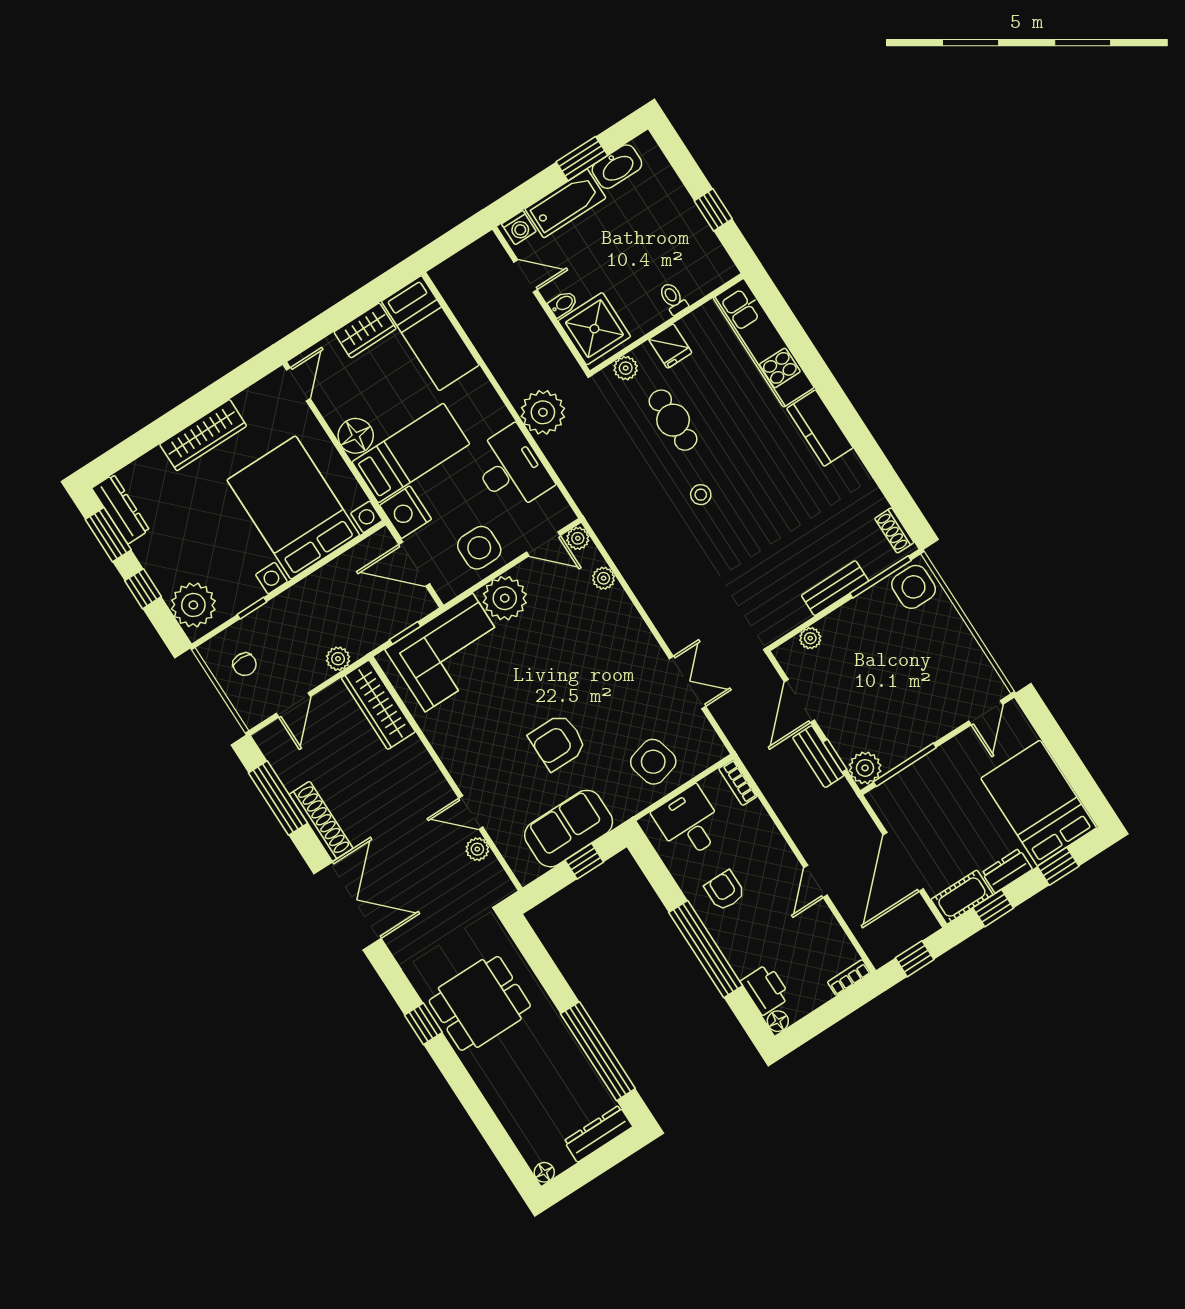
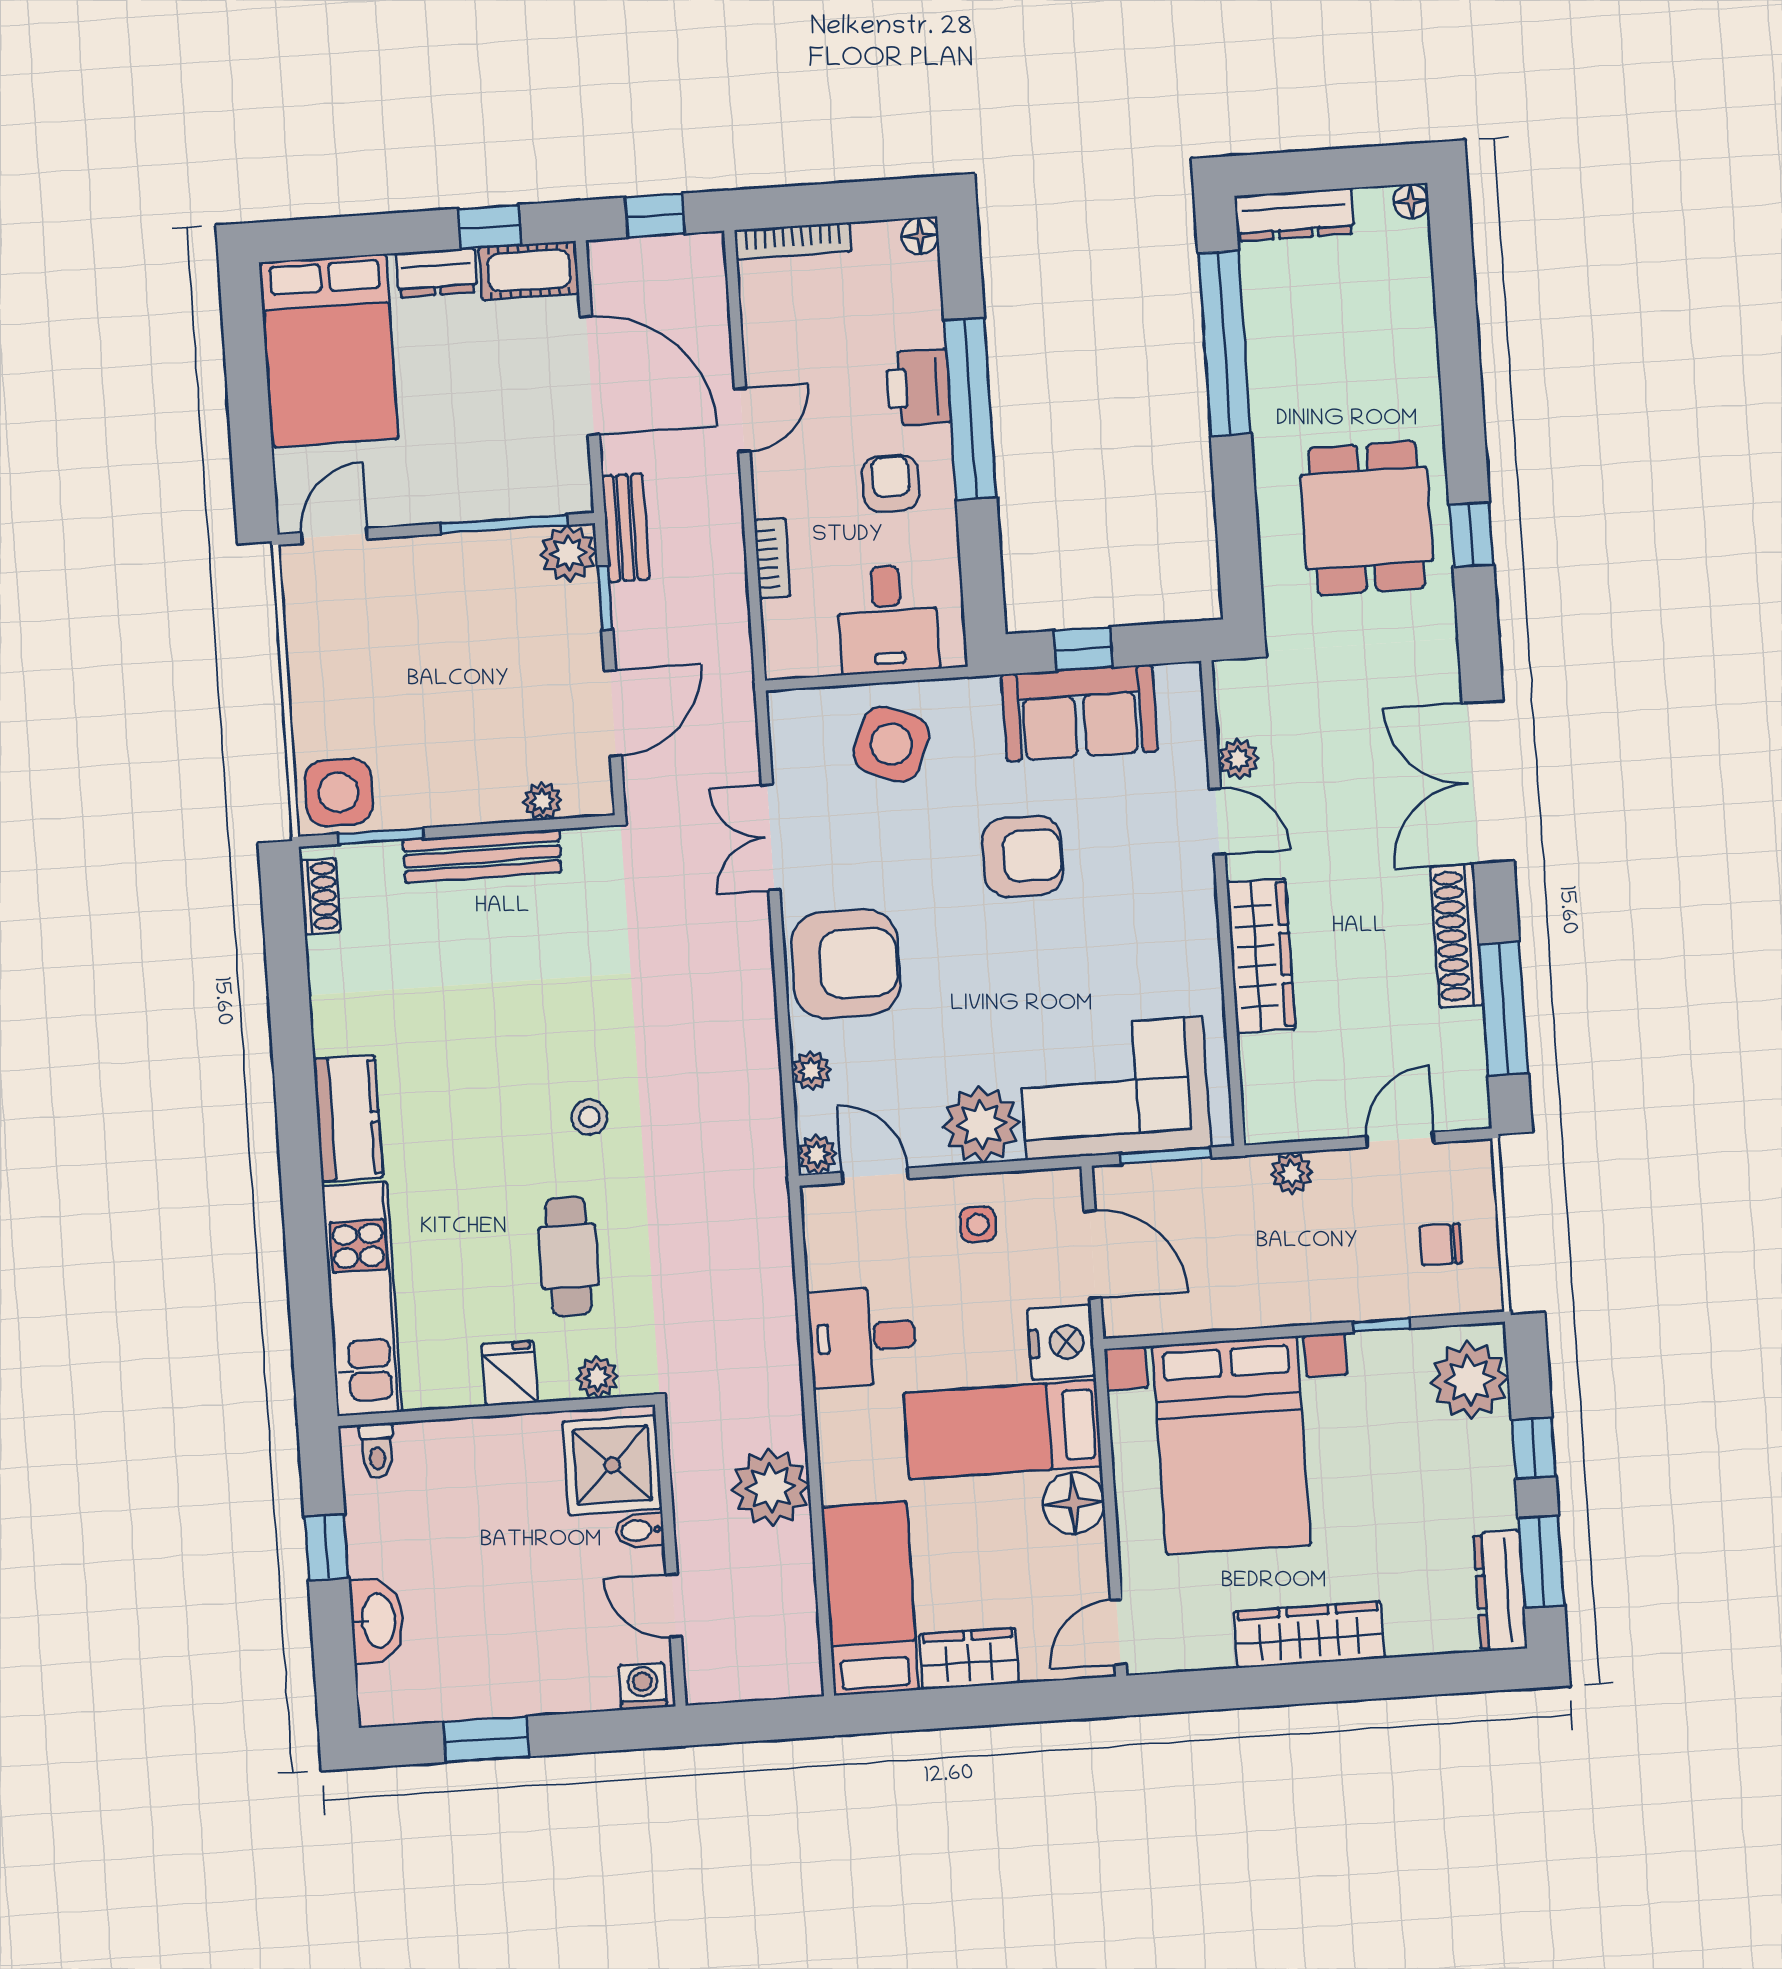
washbasin: (617, 167) -> (377, 1620), moved, turned 90
bathtub: (565, 203) -> (550, 1684), removed
toilet: (673, 298) -> (377, 1451), moved
plant: (543, 412) -> (771, 1487), moved
desk: (511, 469) -> (862, 1337), width x0.73
side table: (479, 548) -> (978, 1224), width x0.54, depth x0.54
window: (881, 577) -> (381, 836), width x0.69
bench: (835, 588) -> (482, 856), width x1.36
window: (405, 633) -> (1165, 1156), width x1.50
armchair: (616, 641) -> (846, 964), added
chair: (245, 664) -> (1441, 1244), turned -90
wardrobe: (378, 705) -> (1261, 956), moved
bench: (818, 757) -> (626, 528), moved
side table: (653, 762) -> (891, 744), turned 37
bookcase: (738, 782) -> (772, 558), moved
door: (903, 862) -> (590, 375), hinge flipped
window: (1058, 866) -> (354, 236), removed
armchair: (725, 891) -> (891, 483), turned 180
bookcase: (849, 978) -> (793, 241), width x1.56
printer: (765, 989) -> (918, 387), moved
dining table: (480, 1003) -> (1367, 518), turned 90

